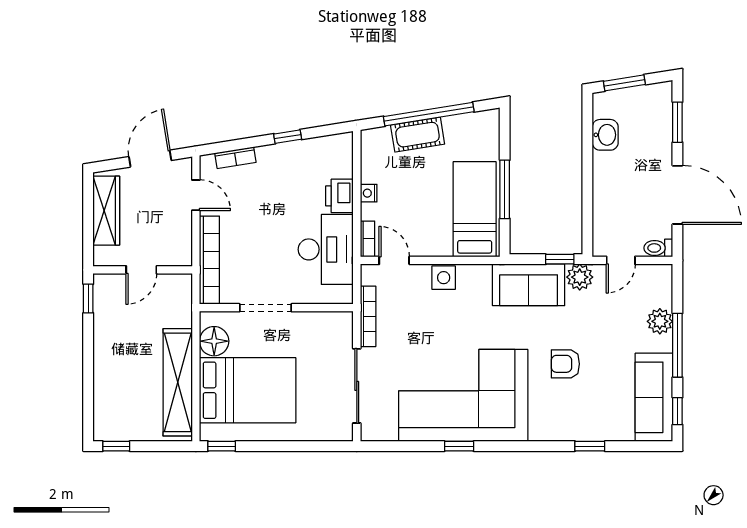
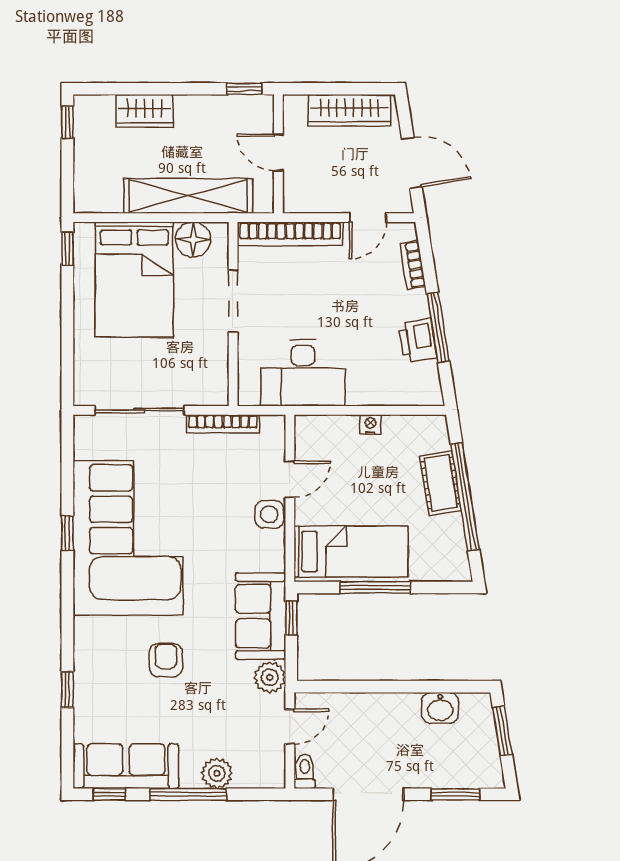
window: (288, 137) -> (438, 328), width x2.17
printer: (339, 196) -> (418, 340), moved, turned -99
bookcase: (367, 239) -> (316, 423), removed
window: (560, 259) -> (291, 618), moved
door: (394, 260) -> (290, 479), moved
door: (621, 260) -> (290, 727), swing flipped
wardrobe: (107, 382) -> (144, 111), added
shelving: (178, 382) -> (188, 196), moved

